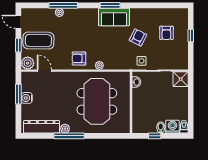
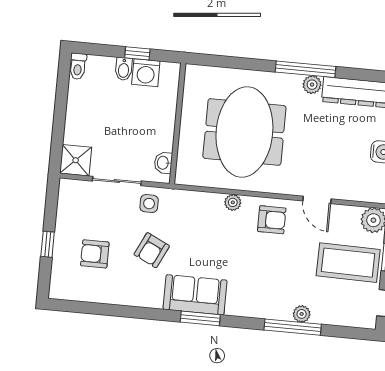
armchair: (166, 33) -> (95, 254), turned -90
door: (44, 71) -> (317, 200), moved
washing machine: (172, 127) -> (146, 73), moved

